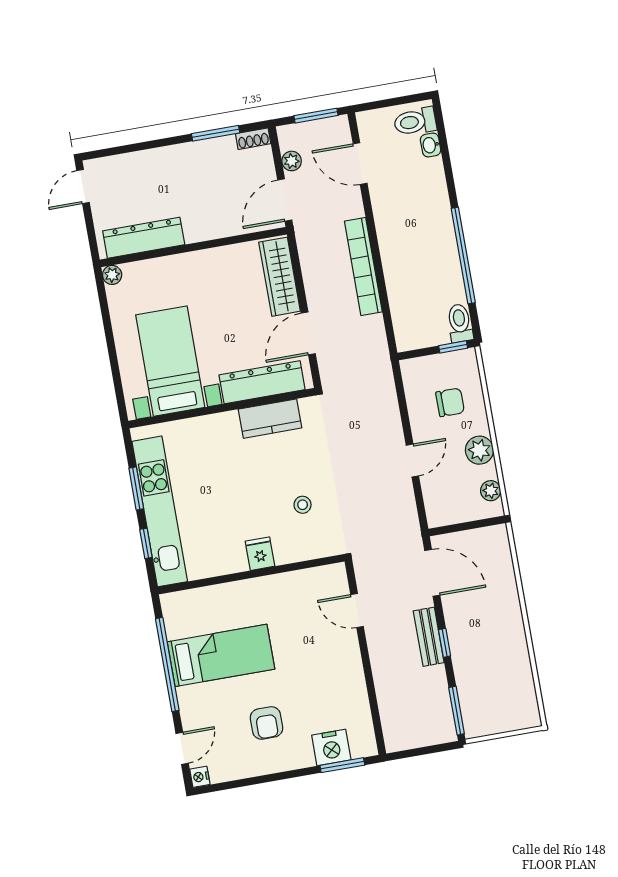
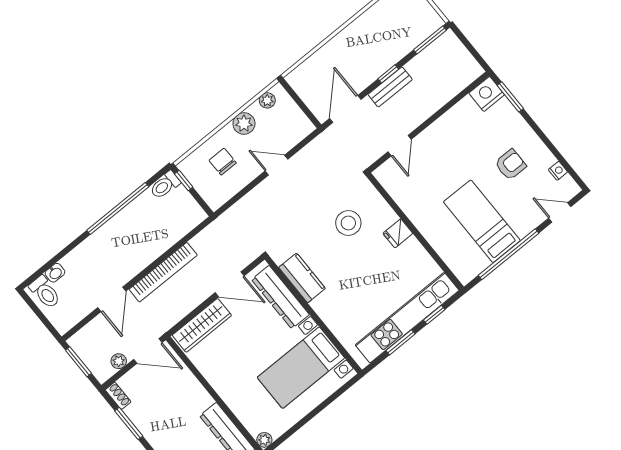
door: (360, 164) -> (112, 299), moved
stool: (303, 505) -> (348, 223), width x1.89, depth x1.89
nightstand: (331, 747) -> (487, 94), moved, turned -90
nightstand: (200, 777) -> (558, 171), moved, turned -90

